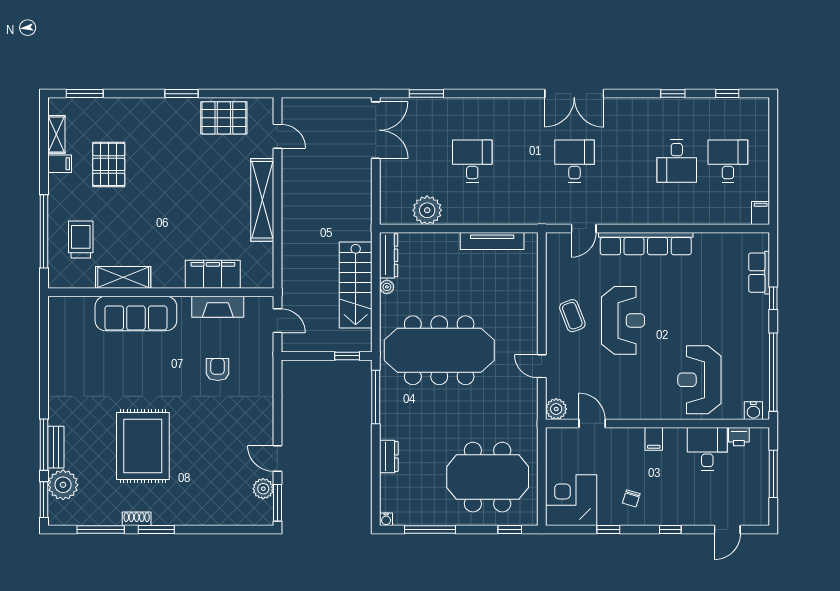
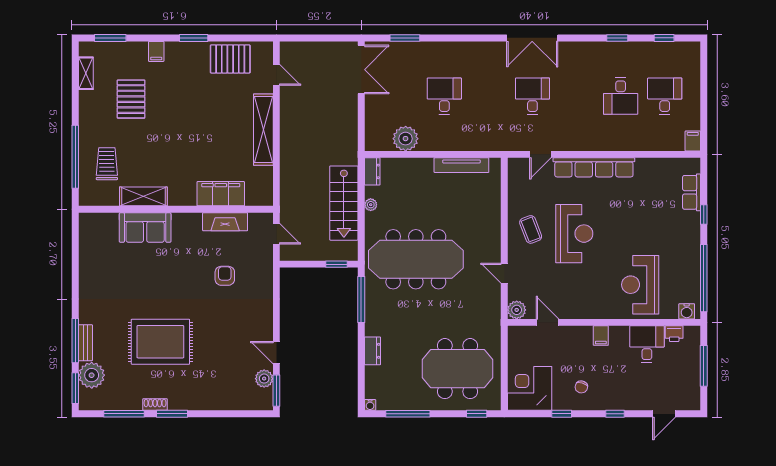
filing cabinet: (60, 164) -> (156, 51), moved, turned 90
dresser: (389, 255) -> (372, 171), width x0.70
sofa: (136, 313) -> (145, 228), width x0.73
rug: (143, 446) -> (160, 342), turned 90

